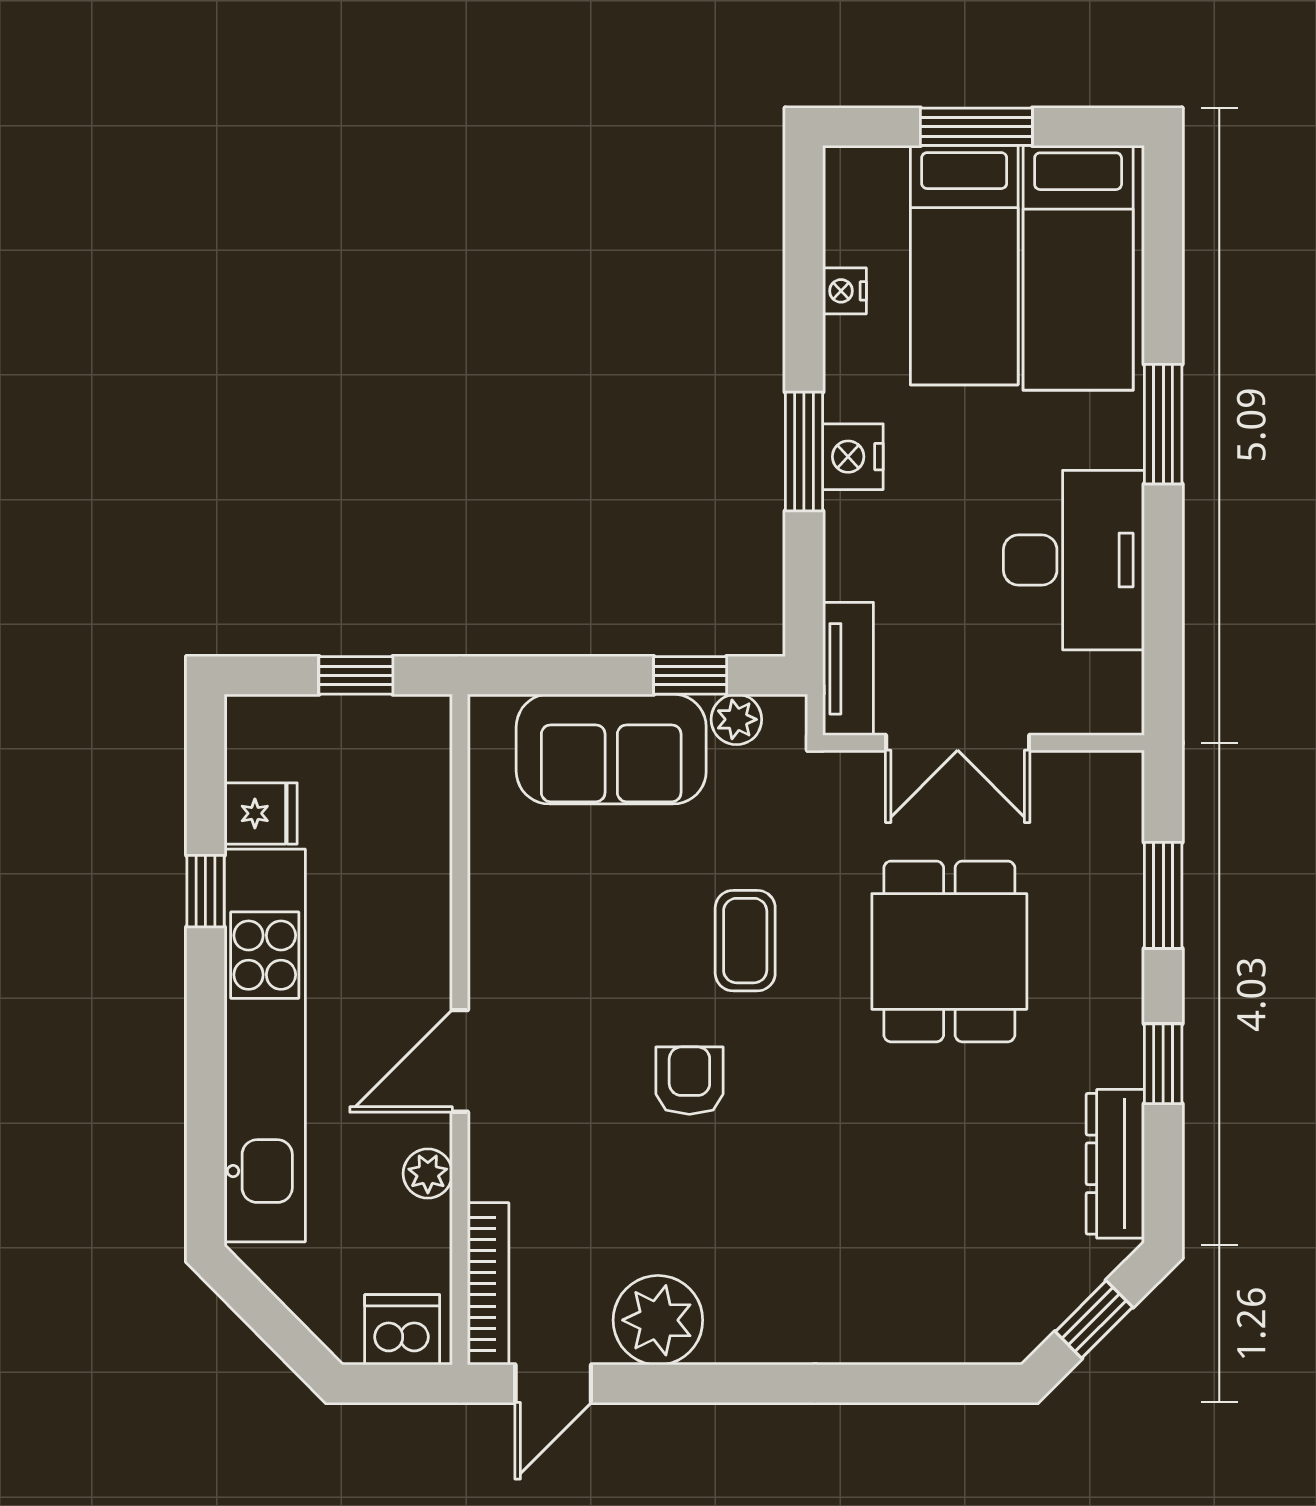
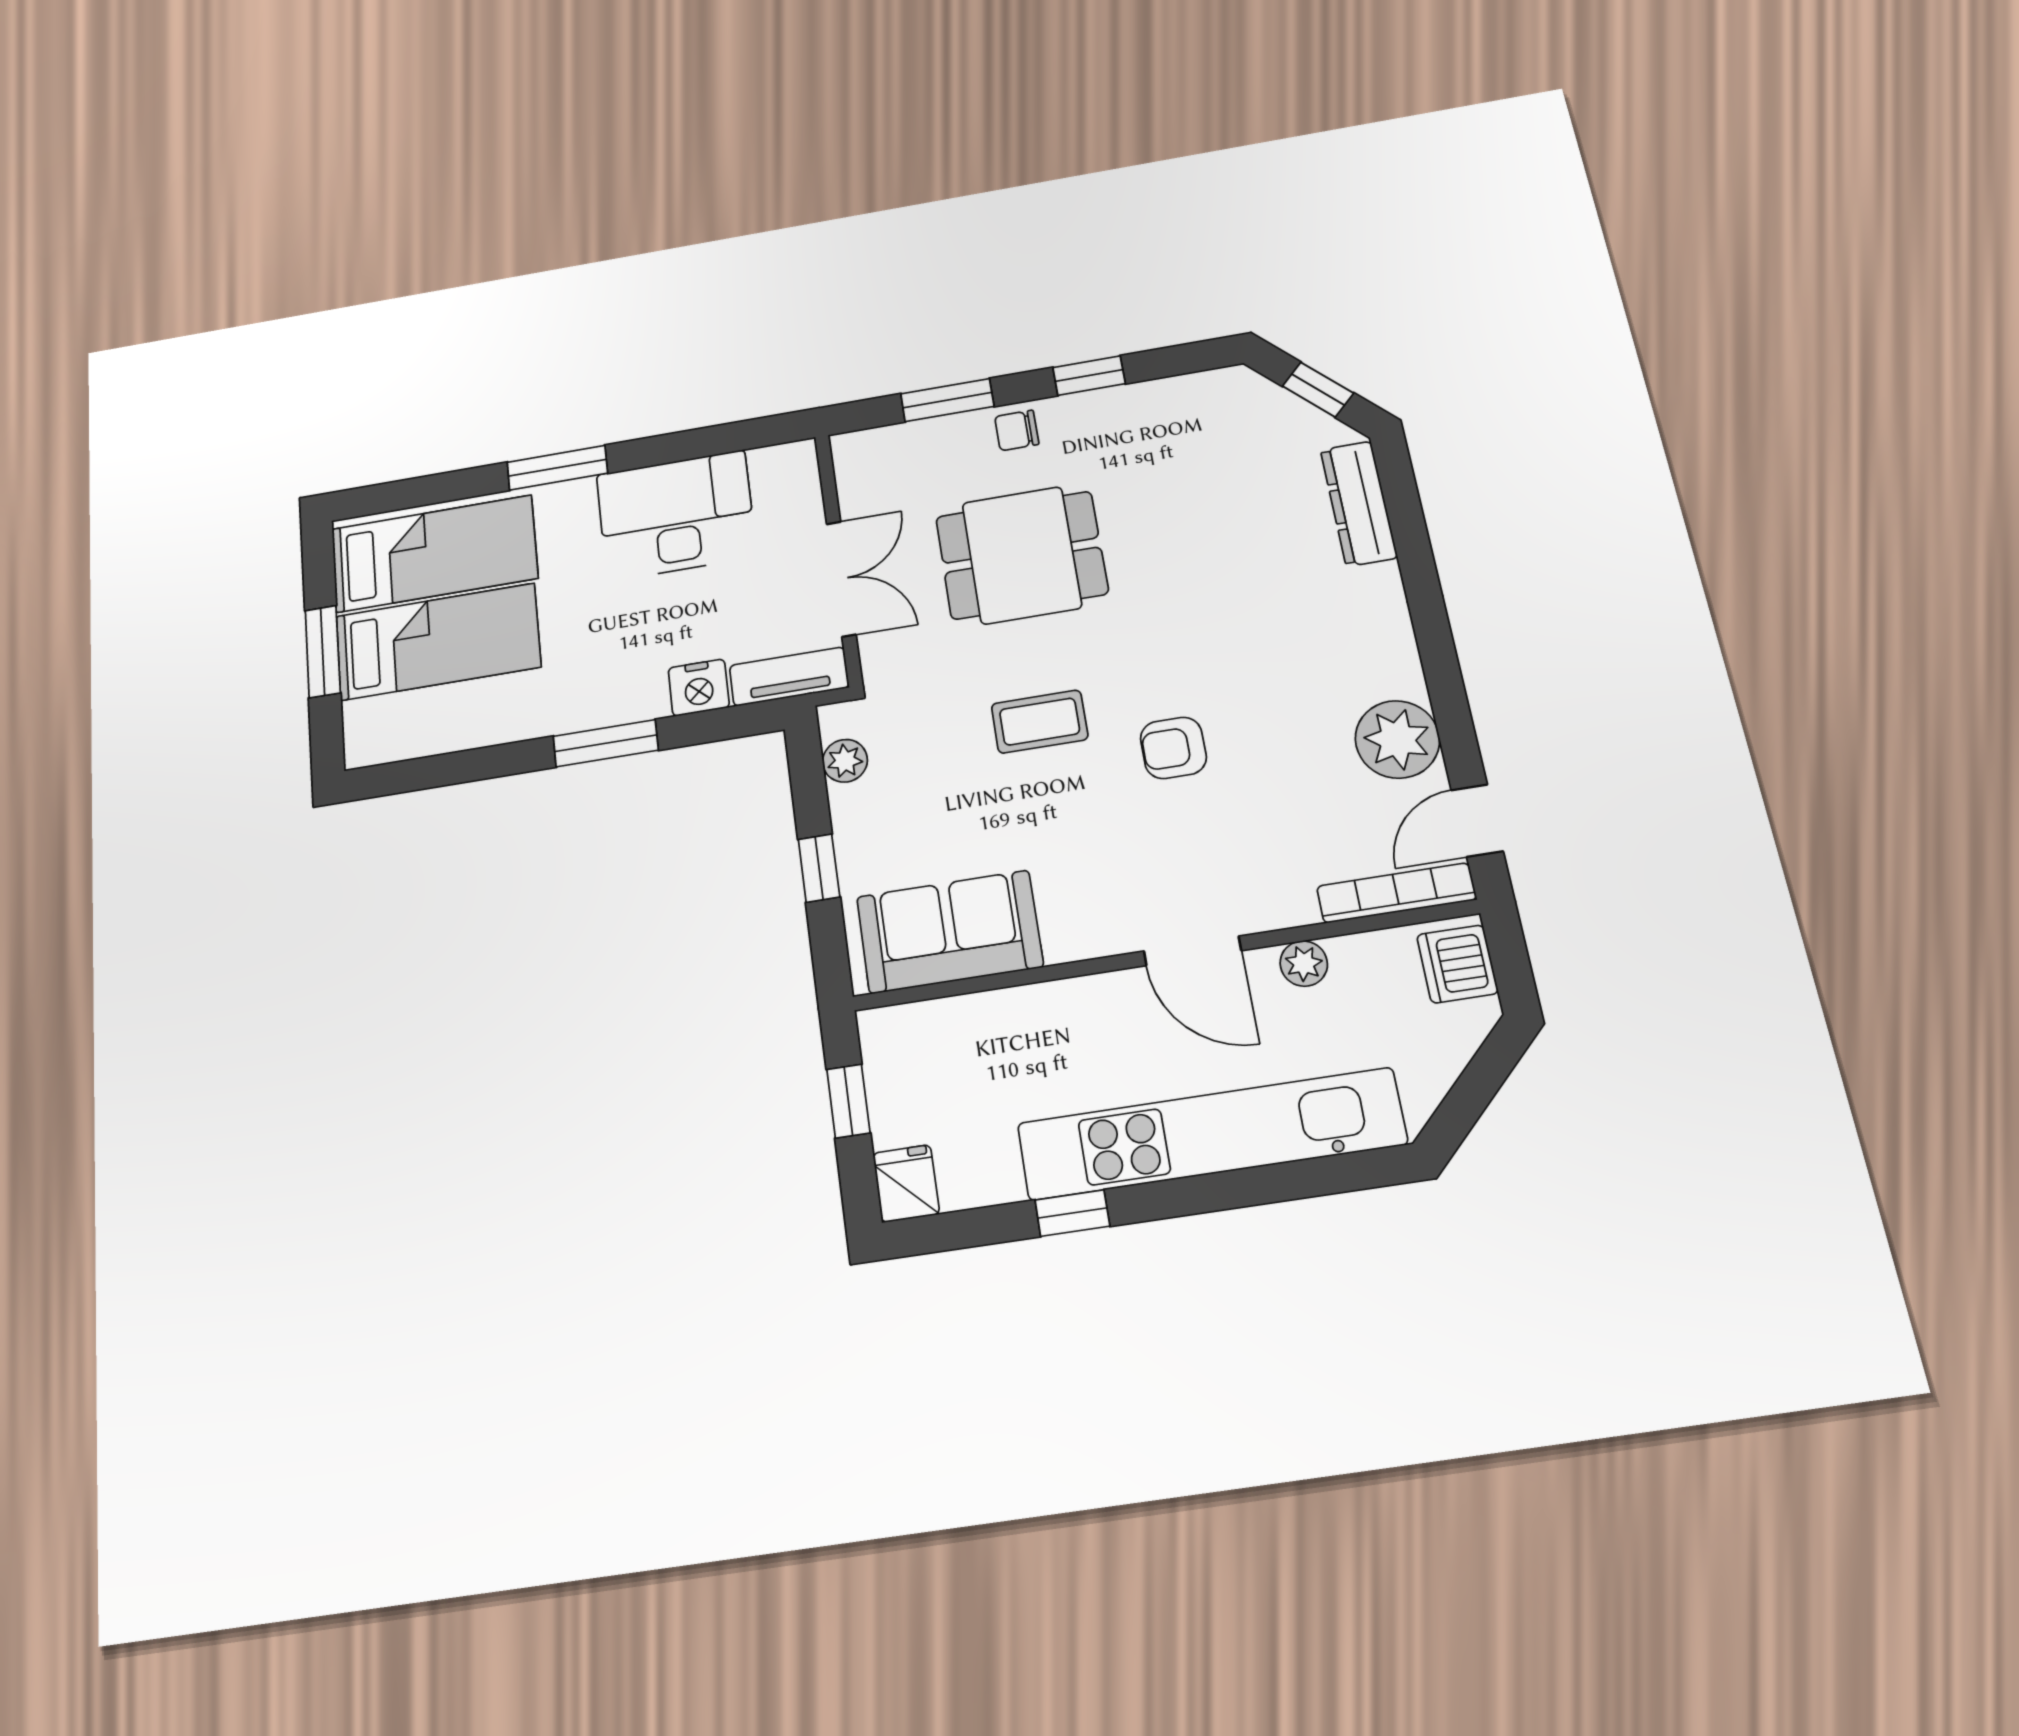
nightstand: (844, 291) -> (466, 733), removed
nightstand: (853, 457) -> (699, 688), moved
window: (690, 675) -> (819, 868), moved
sofa: (611, 749) -> (949, 932), moved, turned -90
fridge: (261, 813) -> (906, 1183), moved
chair: (1108, 970) -> (1017, 430), added
dresser: (1115, 1164) -> (1359, 503), moved, turned 90
door: (553, 1384) -> (1477, 821), swing flipped

